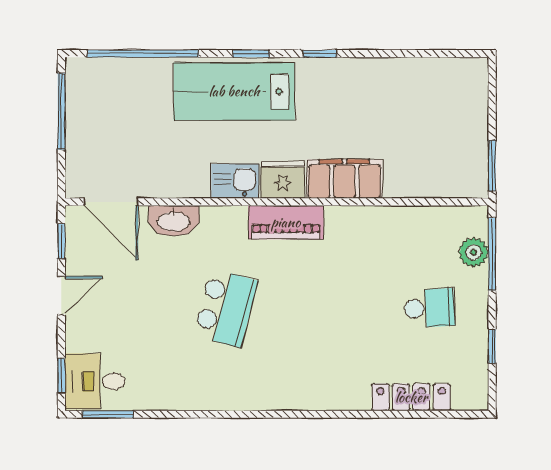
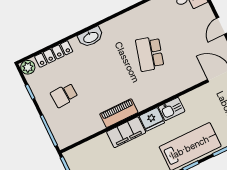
washbasin: (174, 221) -> (91, 37), moved, turned 180
piano: (286, 222) -> (119, 113), moved
plant: (474, 252) -> (28, 67), moved

